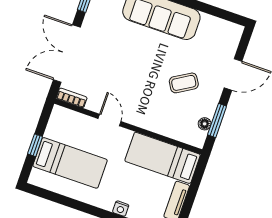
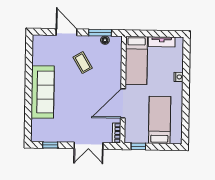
double door: (67, 53) -> (89, 146), width x0.73
door: (109, 120) -> (123, 103), width x1.87
window: (35, 145) -> (138, 146), moved

